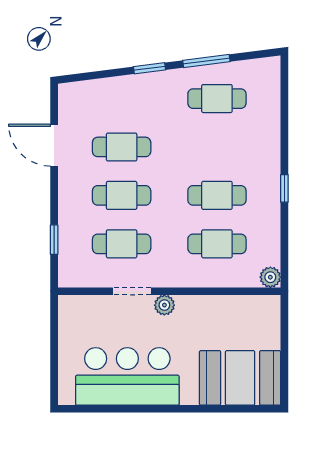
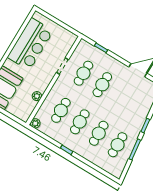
cafe table: (122, 147) -> (99, 133), moved
plant: (164, 305) -> (37, 96), moved

